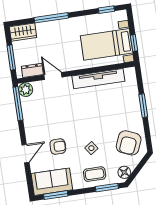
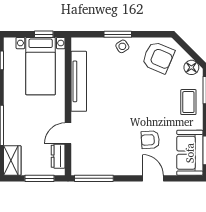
plant: (26, 90) -> (79, 167), removed
armchair: (58, 147) -> (150, 140), turned -94
side table: (91, 148) -> (122, 46), moved

